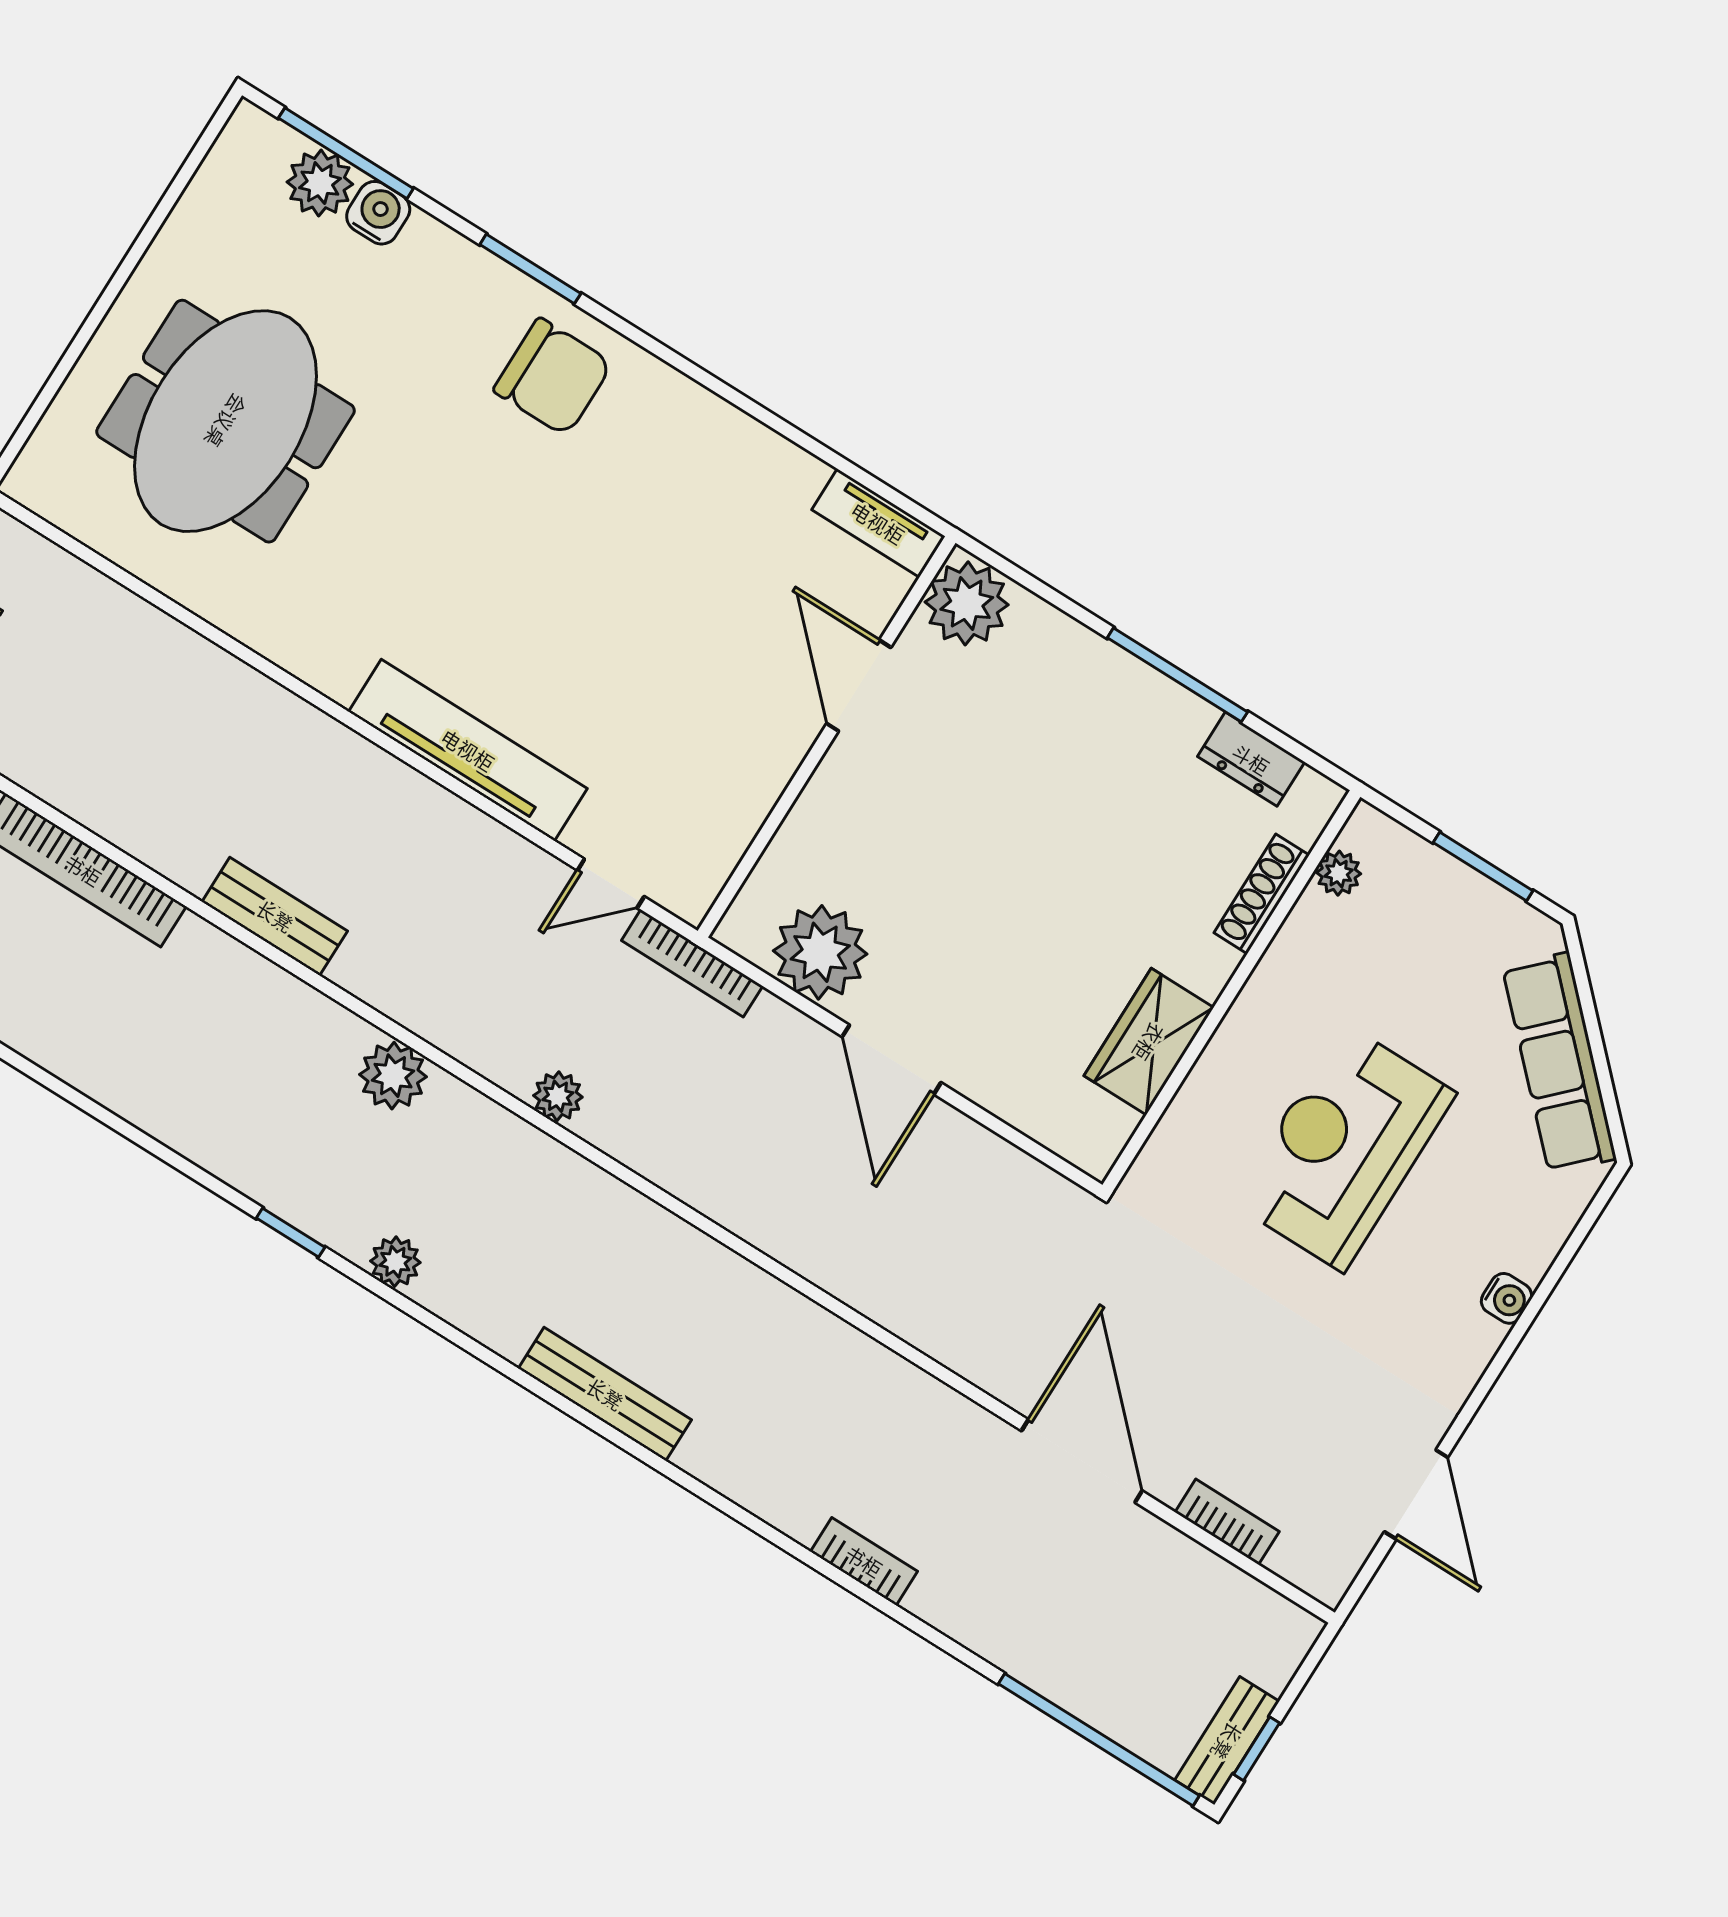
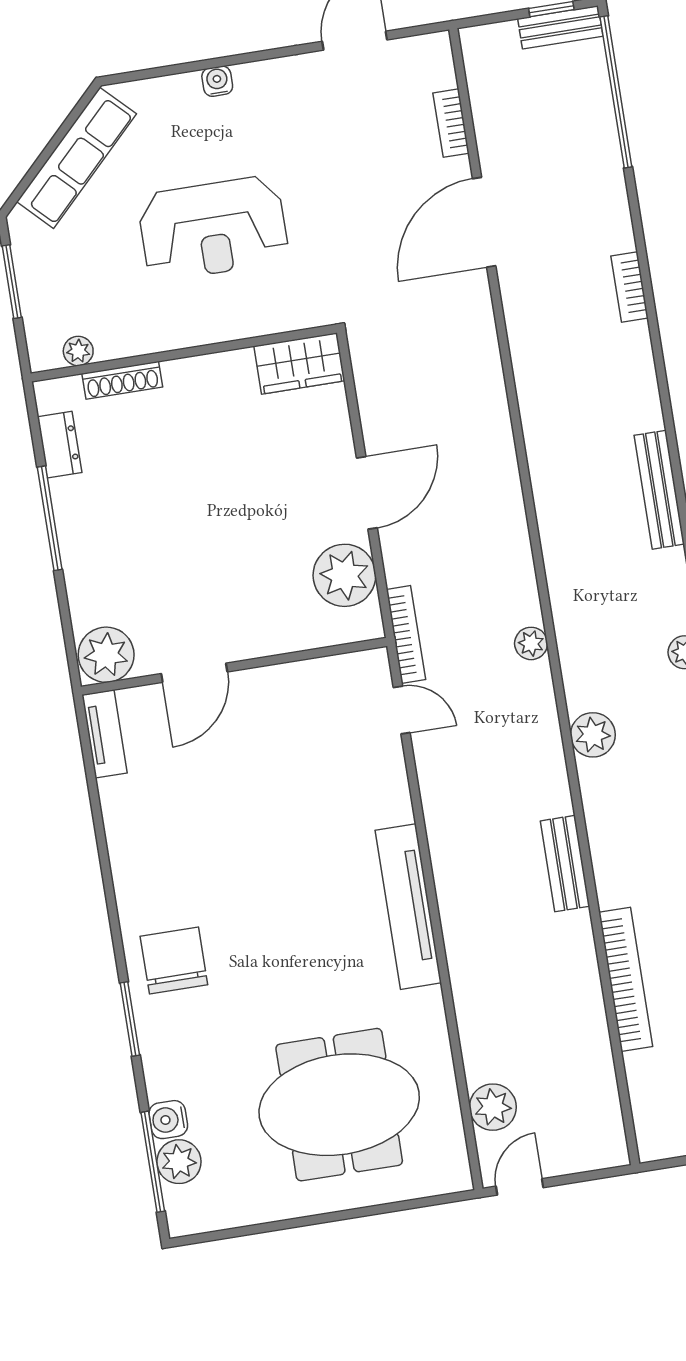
plant: (70, 593) -> (493, 1107), added
tv unit: (468, 750) -> (408, 907), moved
wardrobe: (1149, 1042) -> (299, 363), moved

